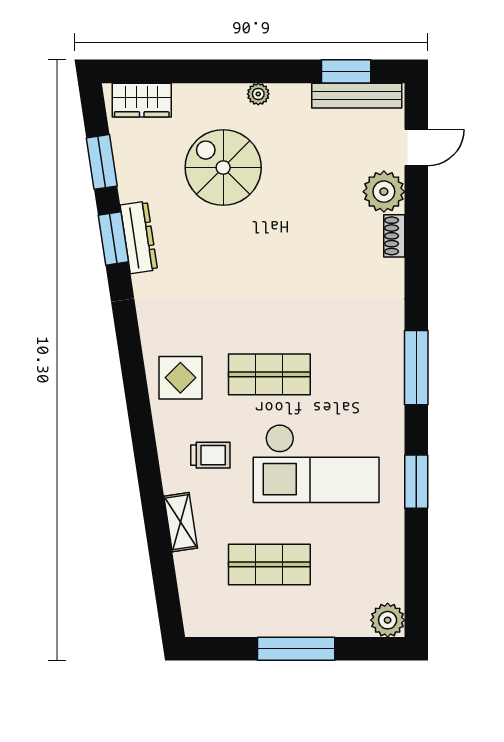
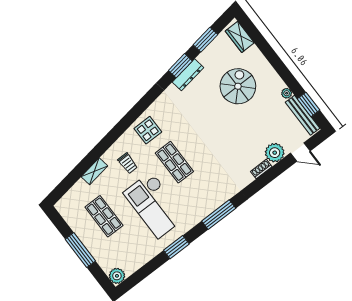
plant: (258, 94) -> (287, 93), moved

